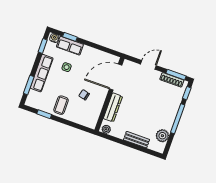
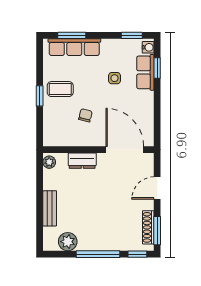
door: (148, 65) -> (157, 188), swing flipped
row of seats: (42, 73) -> (74, 47), moved
dresser: (113, 107) -> (82, 161), width x0.70
window: (44, 114) -> (40, 96), moved

